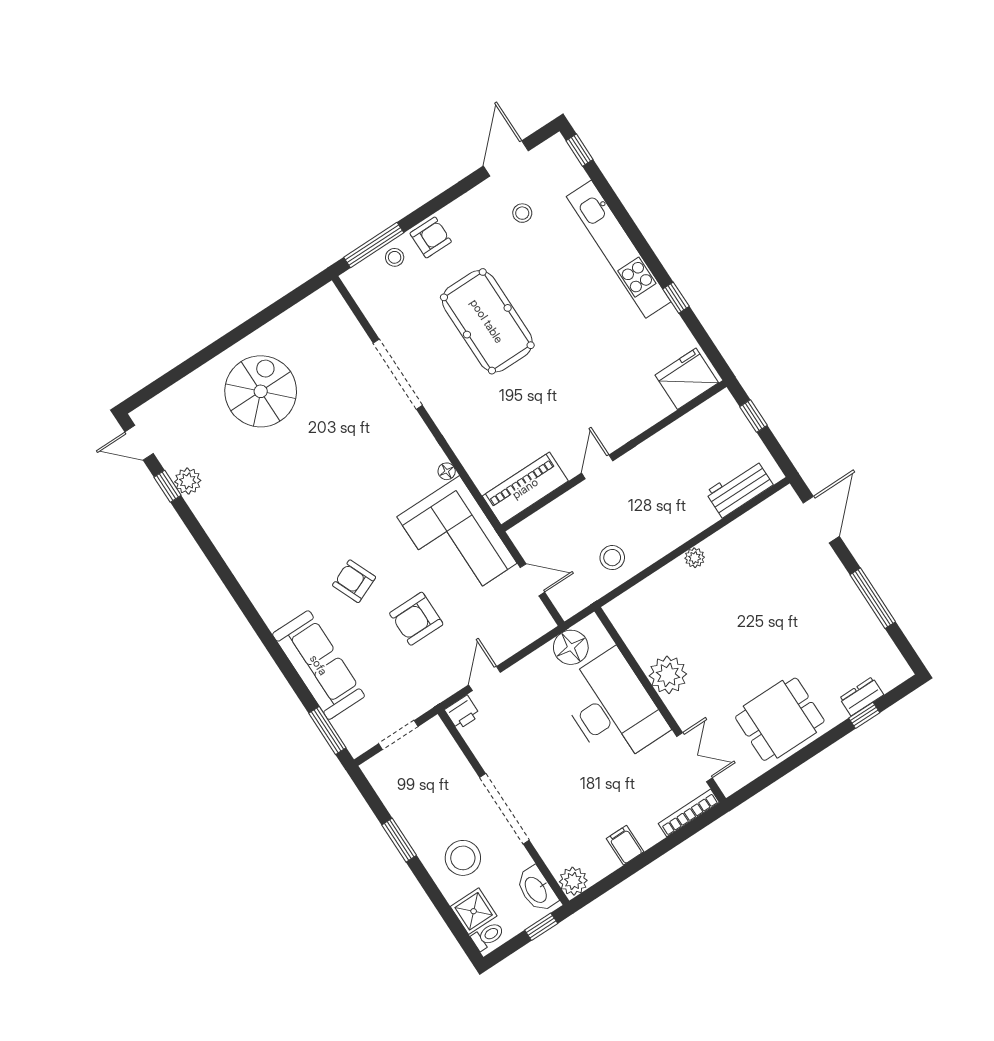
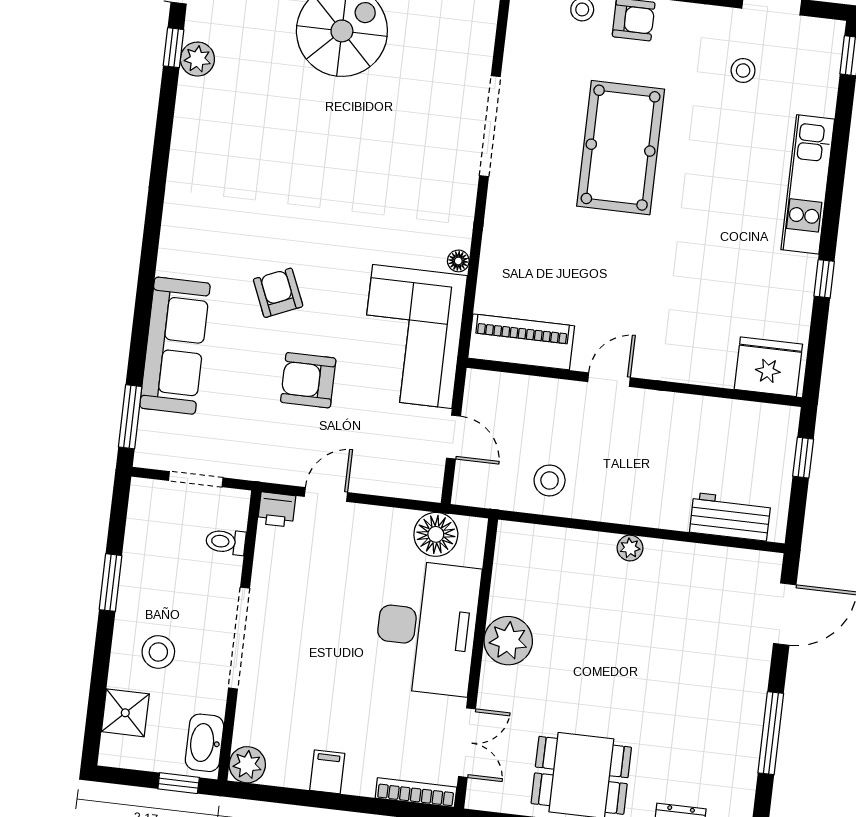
kitchen unit: (619, 249) -> (808, 184), width x0.73
stool: (463, 858) -> (158, 652), width x0.73, depth x0.73
toilet: (488, 936) -> (226, 542), moved, turned 180

